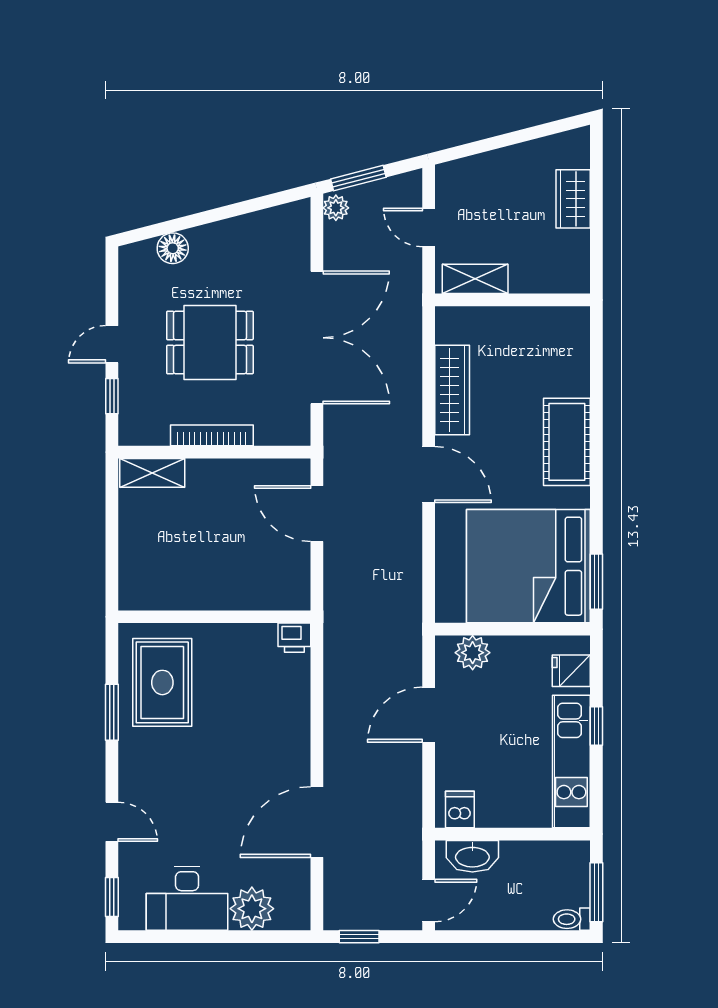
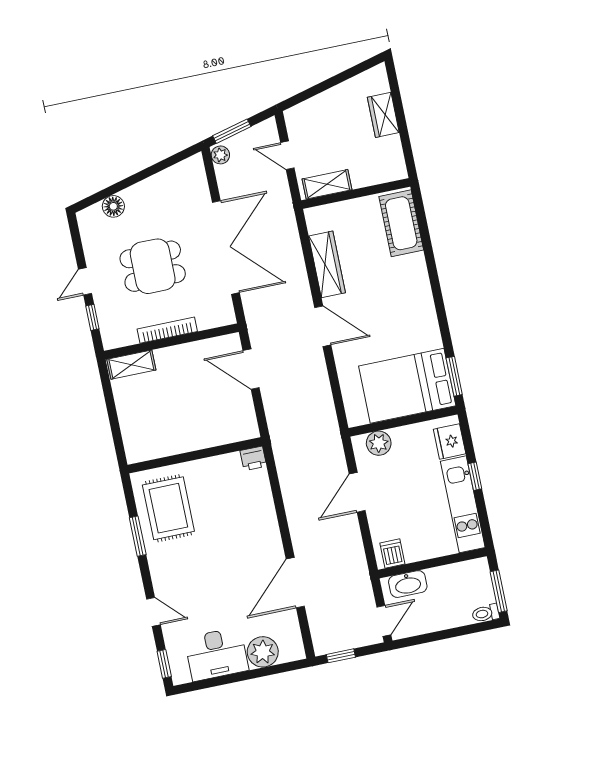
cot: (567, 442) -> (401, 223), moved
bed: (528, 566) -> (407, 386), width x0.73
fridge: (571, 671) -> (450, 442), width x1.38

